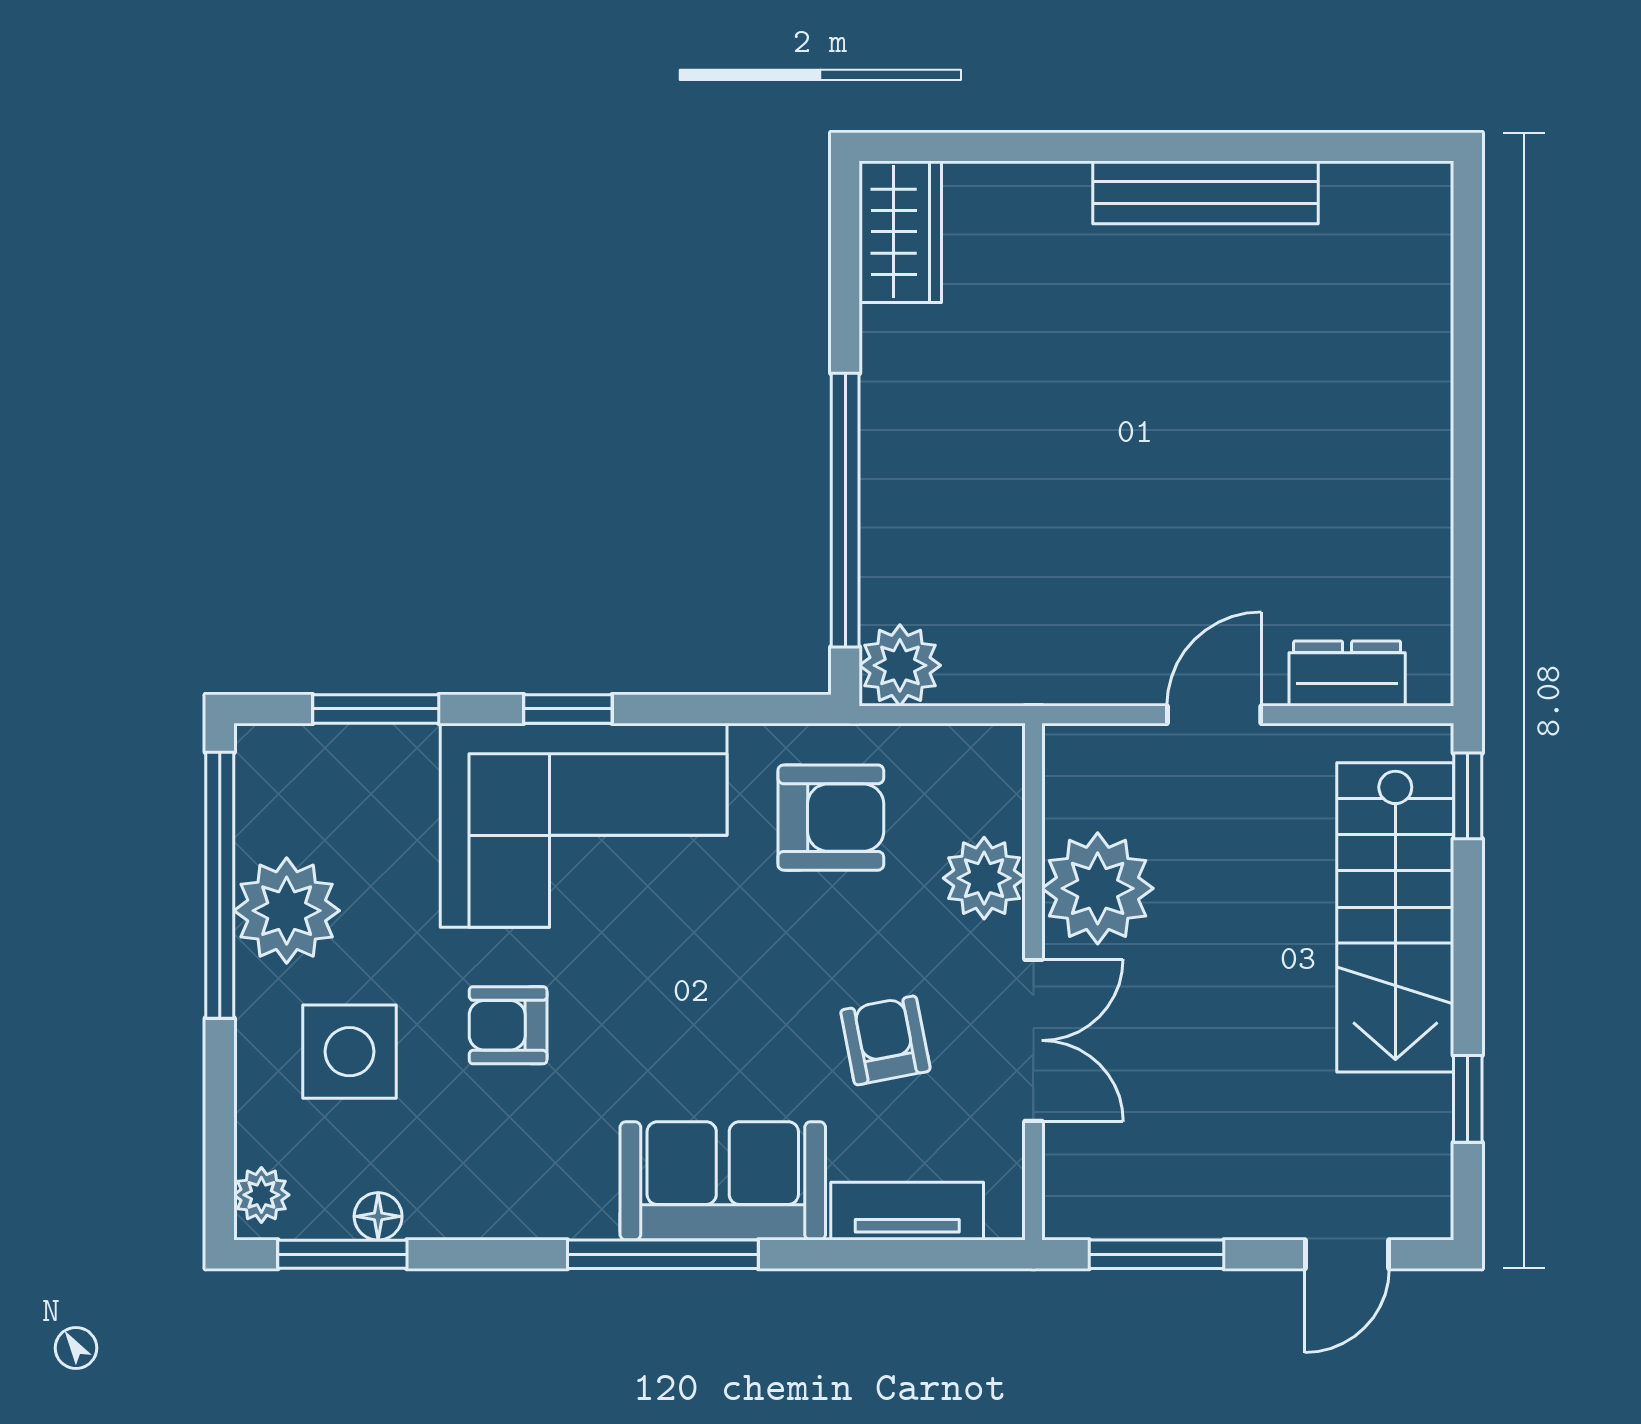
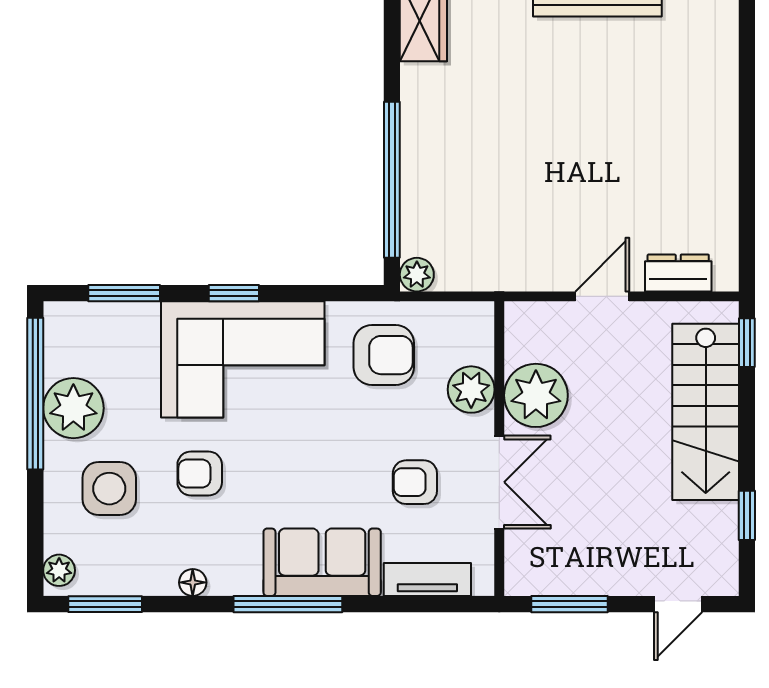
plant: (900, 665) -> (417, 275), width x0.73, depth x0.73
armchair: (885, 1040) -> (415, 482), turned -79
floor lamp: (378, 1216) -> (193, 582), moved

